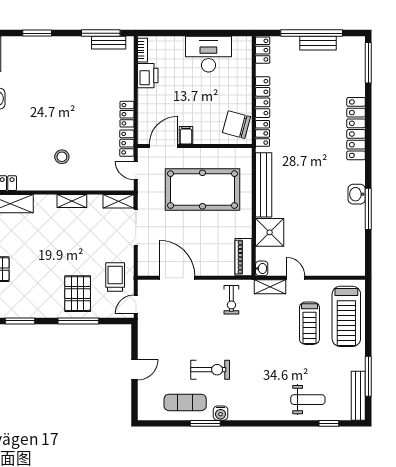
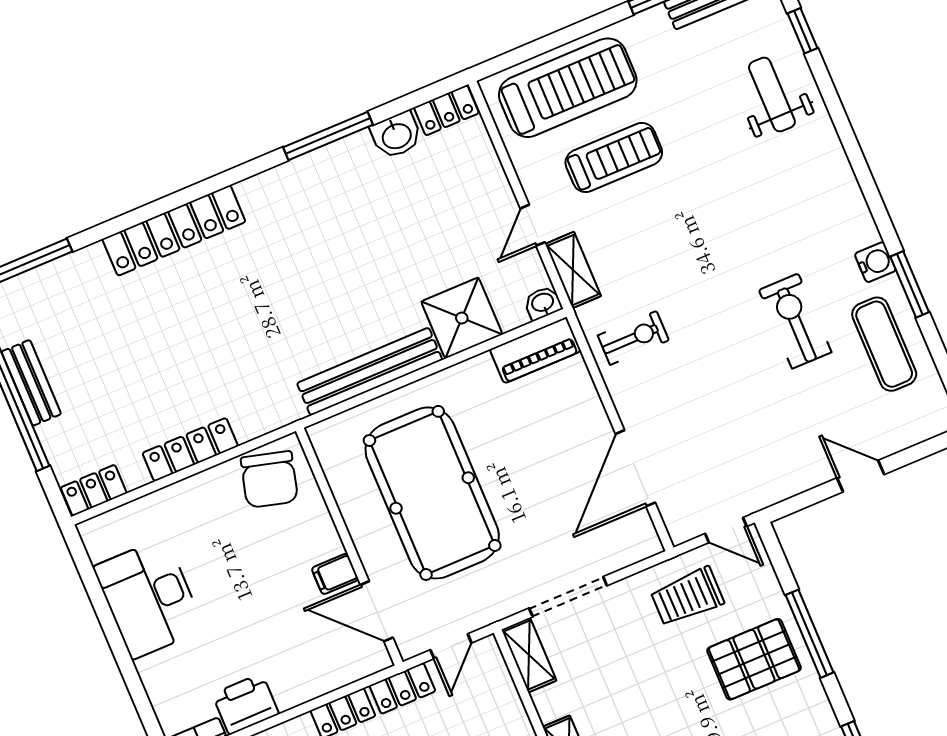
locker: (263, 133) -> (446, 110), moved, turned 180
washbasin: (357, 194) -> (396, 135), moved

